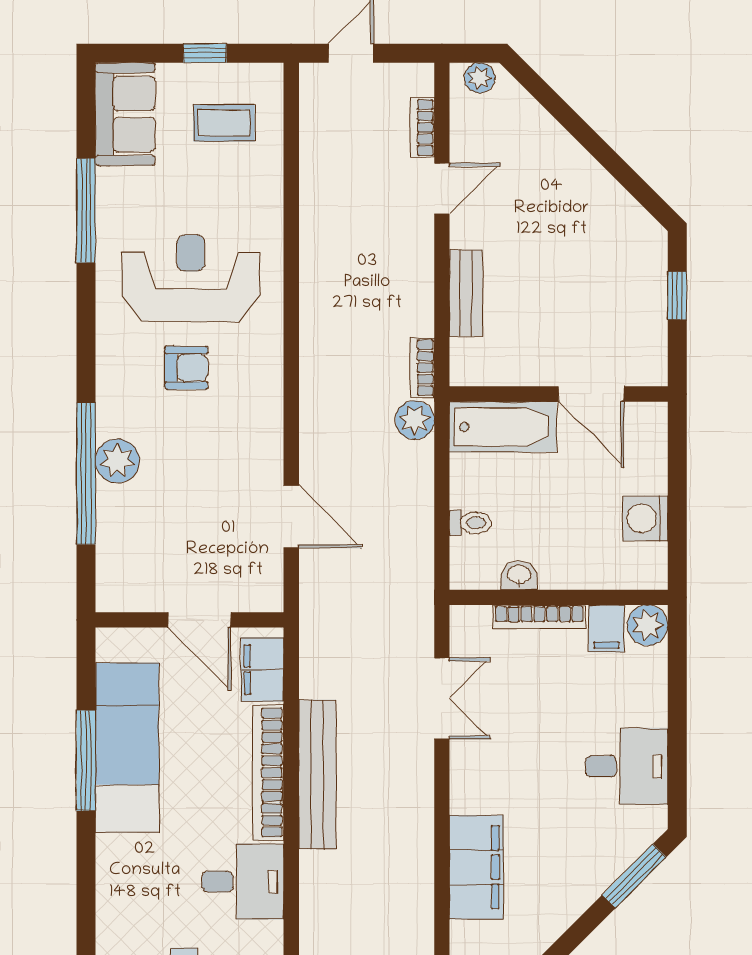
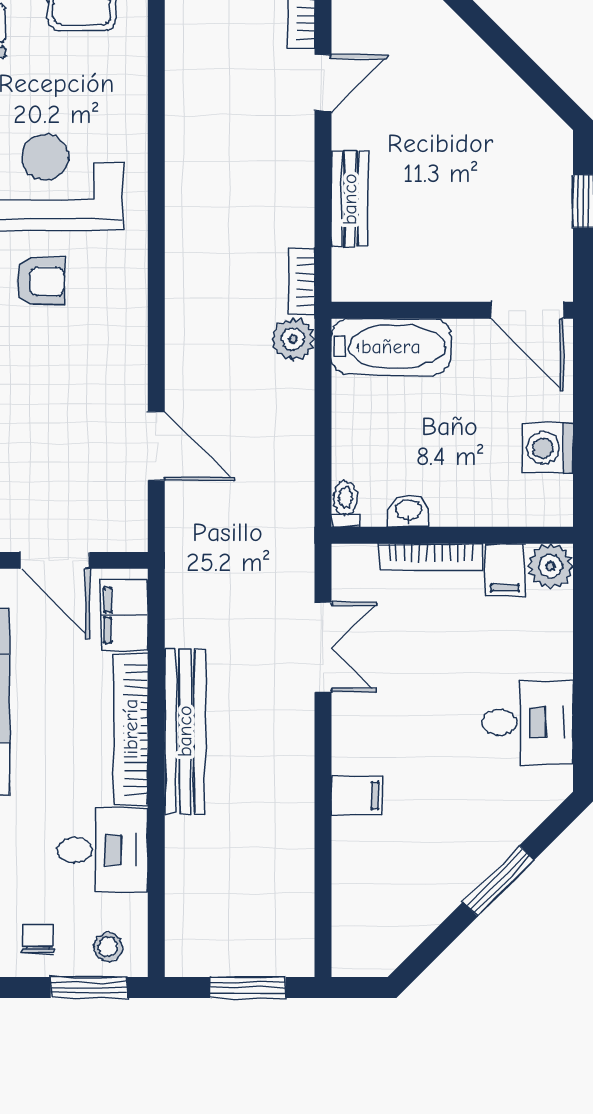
door: (591, 394) -> (527, 310), moved
toilet: (470, 523) -> (346, 504), moved, turned -90
filing cabinet: (476, 867) -> (357, 795), width x0.33, depth x0.86
window: (634, 876) -> (499, 881), moved

